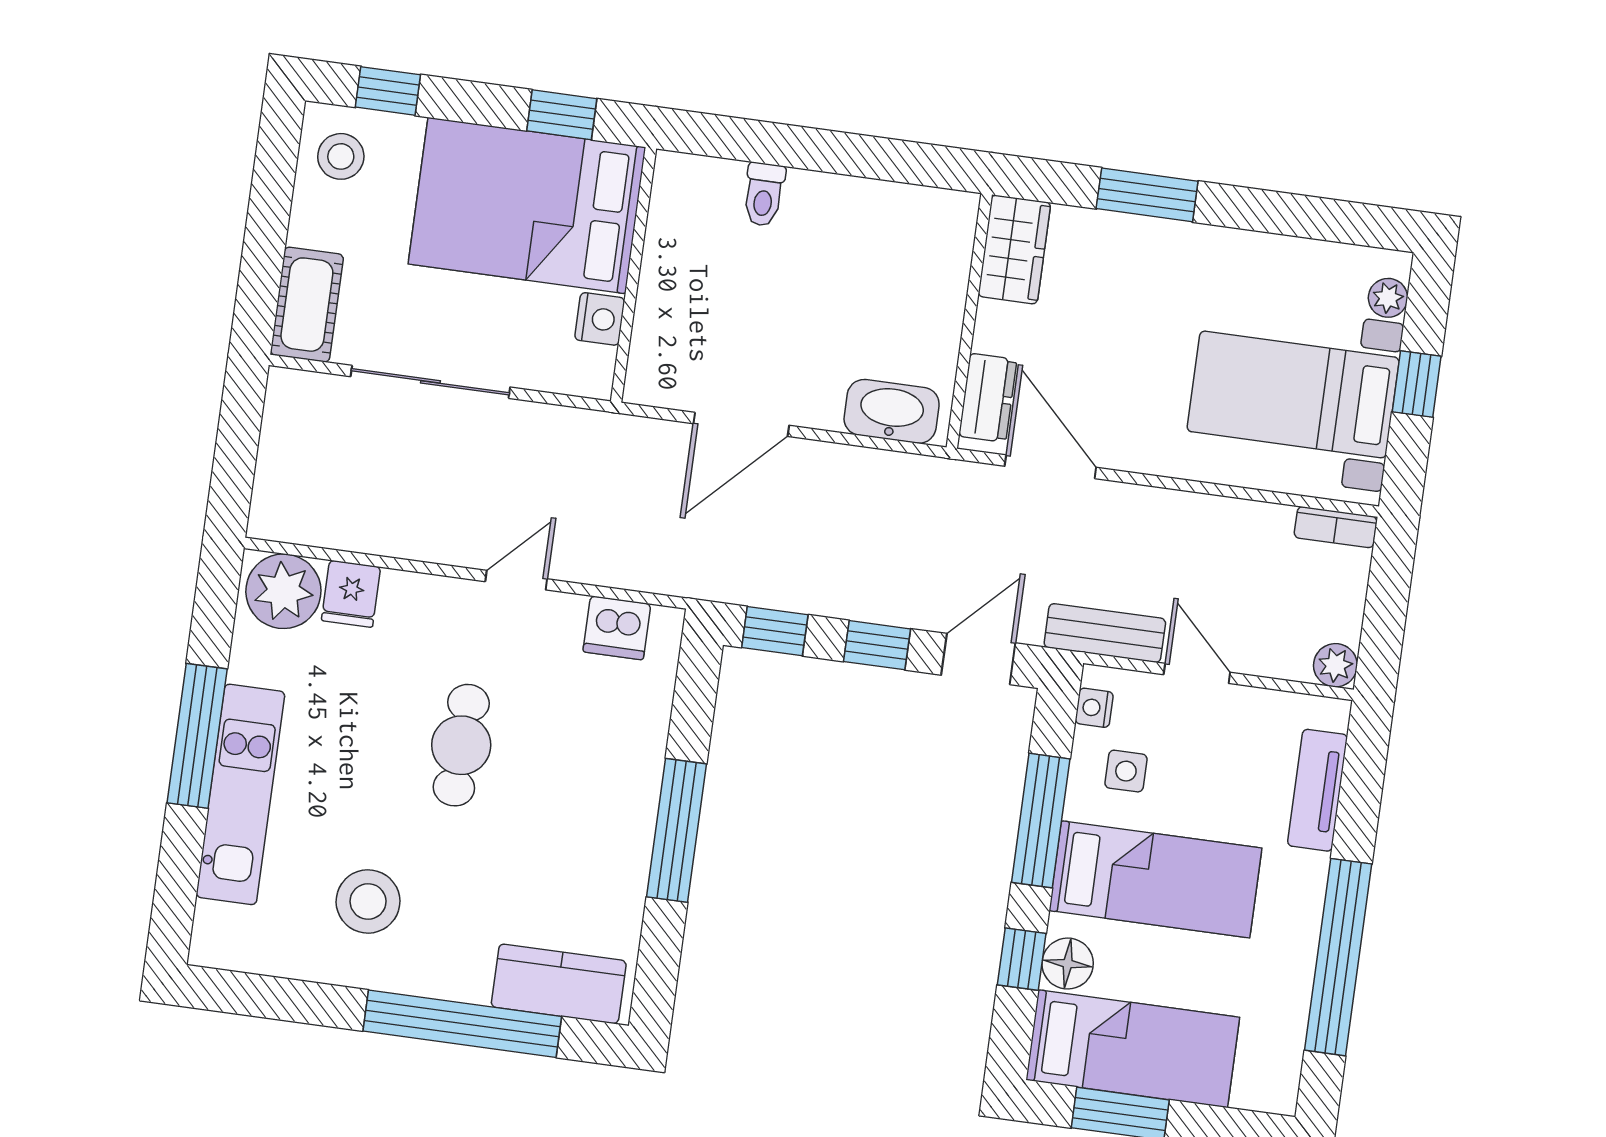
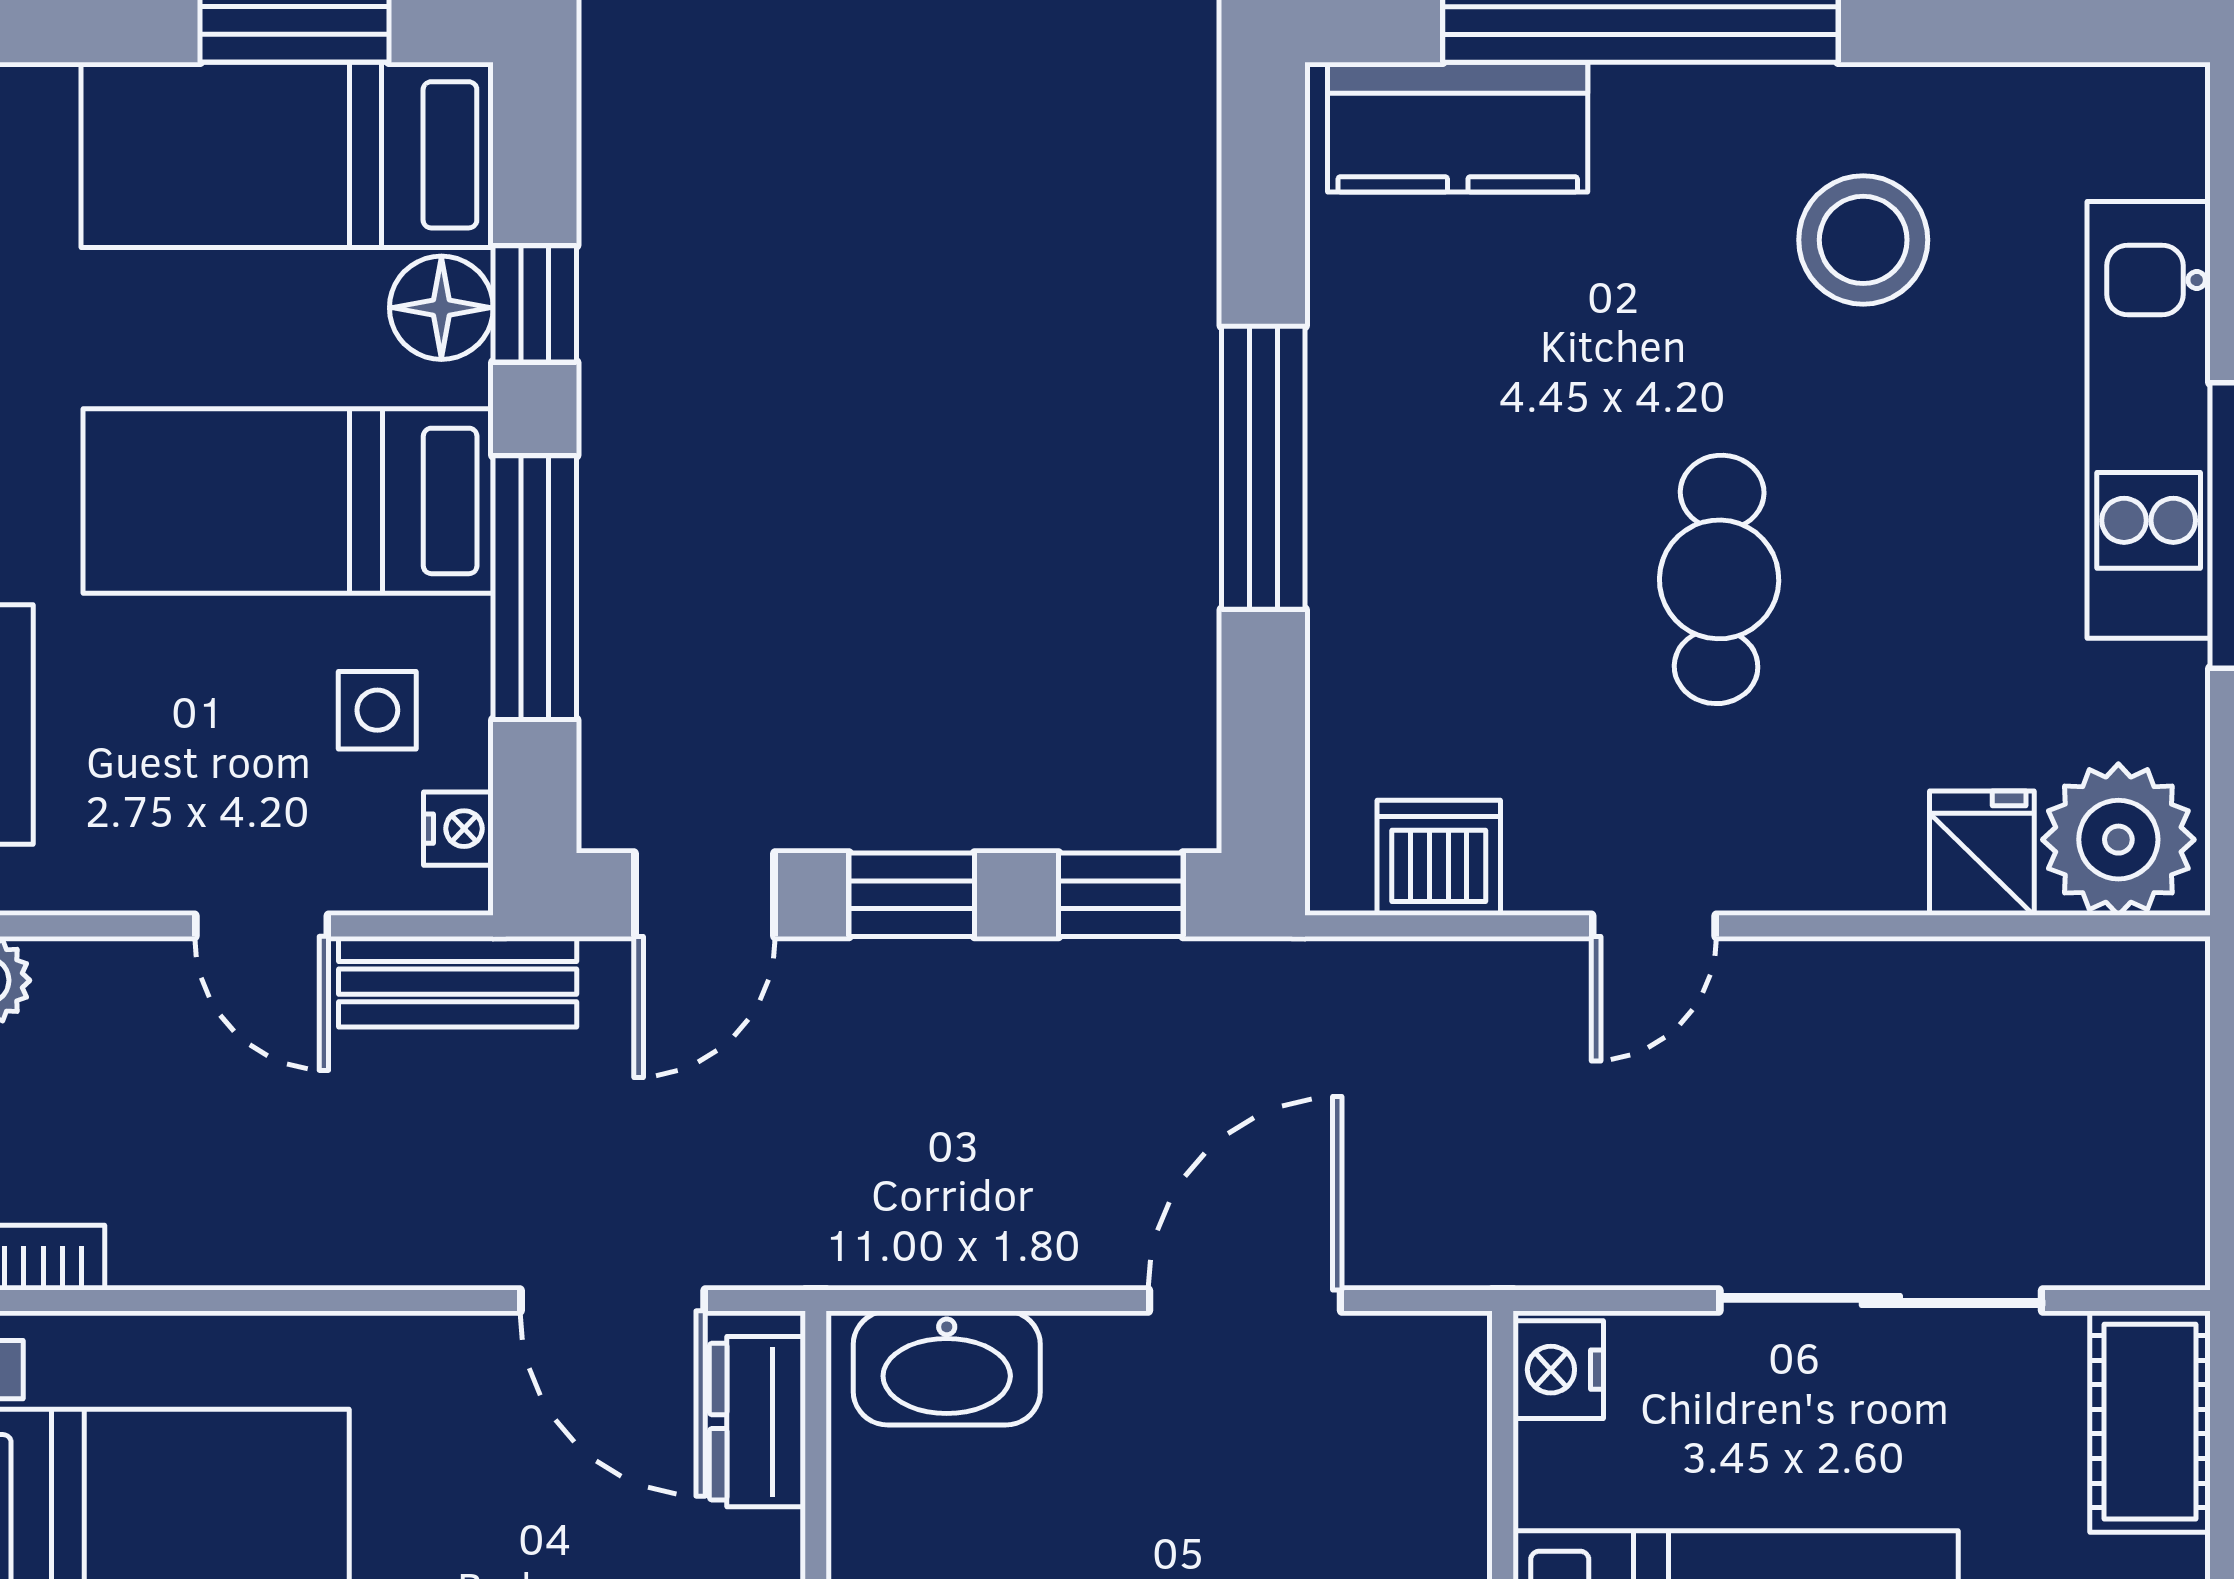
nightstand: (600, 319) -> (1558, 1370), moved

